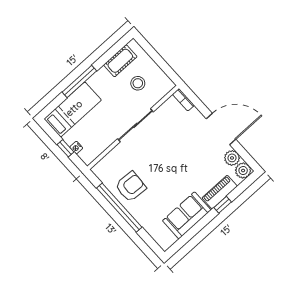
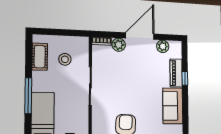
plant: (243, 171) -> (119, 45), moved

